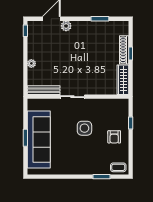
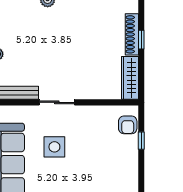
side table: (84, 128) -> (54, 147), moved
armchair: (114, 137) -> (128, 125), moved

